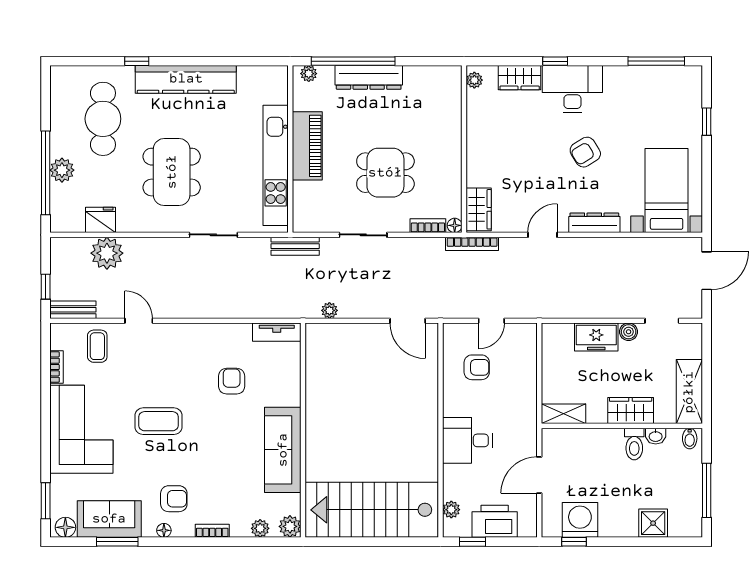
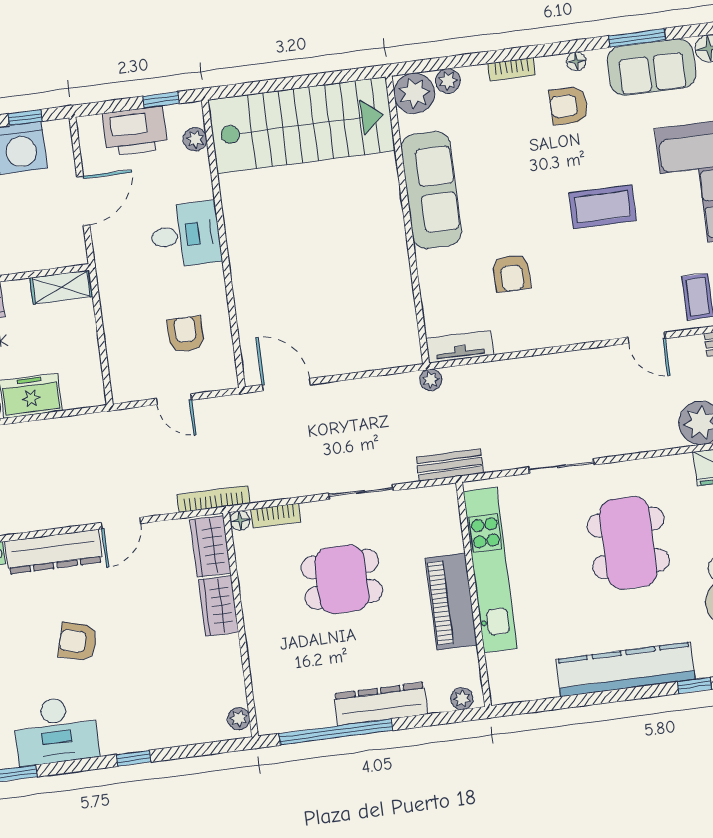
window: (353, 61) -> (336, 732), moved
wardrobe: (520, 78) -> (219, 606), moved, turned -90
desk: (572, 89) -> (56, 730), moved
armchair: (585, 152) -> (78, 642), turned -133
dresser: (594, 223) -> (54, 552), width x1.37, depth x1.24
plant: (329, 310) -> (431, 380), moved
door: (491, 321) -> (174, 399), swing flipped
armchair: (477, 367) -> (186, 334), turned 90
plant: (290, 526) -> (414, 93), width x1.36, depth x1.36

